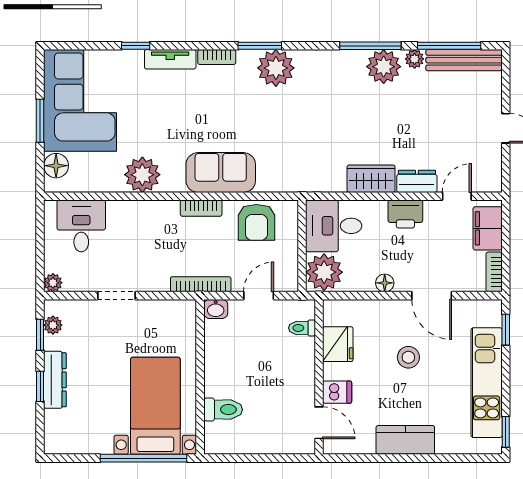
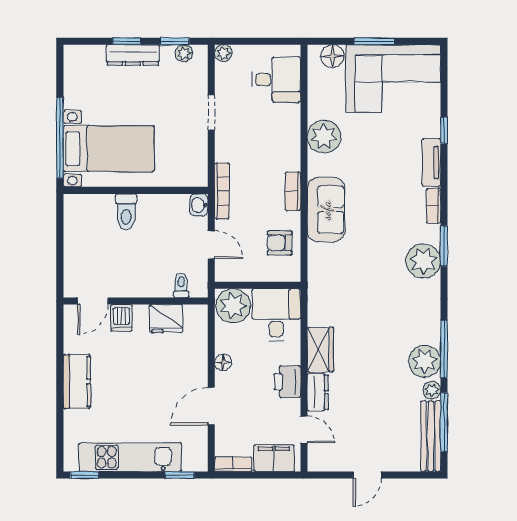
armchair: (256, 222) -> (280, 243), width x0.72, depth x0.72
stool: (408, 357) -> (154, 384), removed
toilet: (223, 410) -> (126, 212), moved

